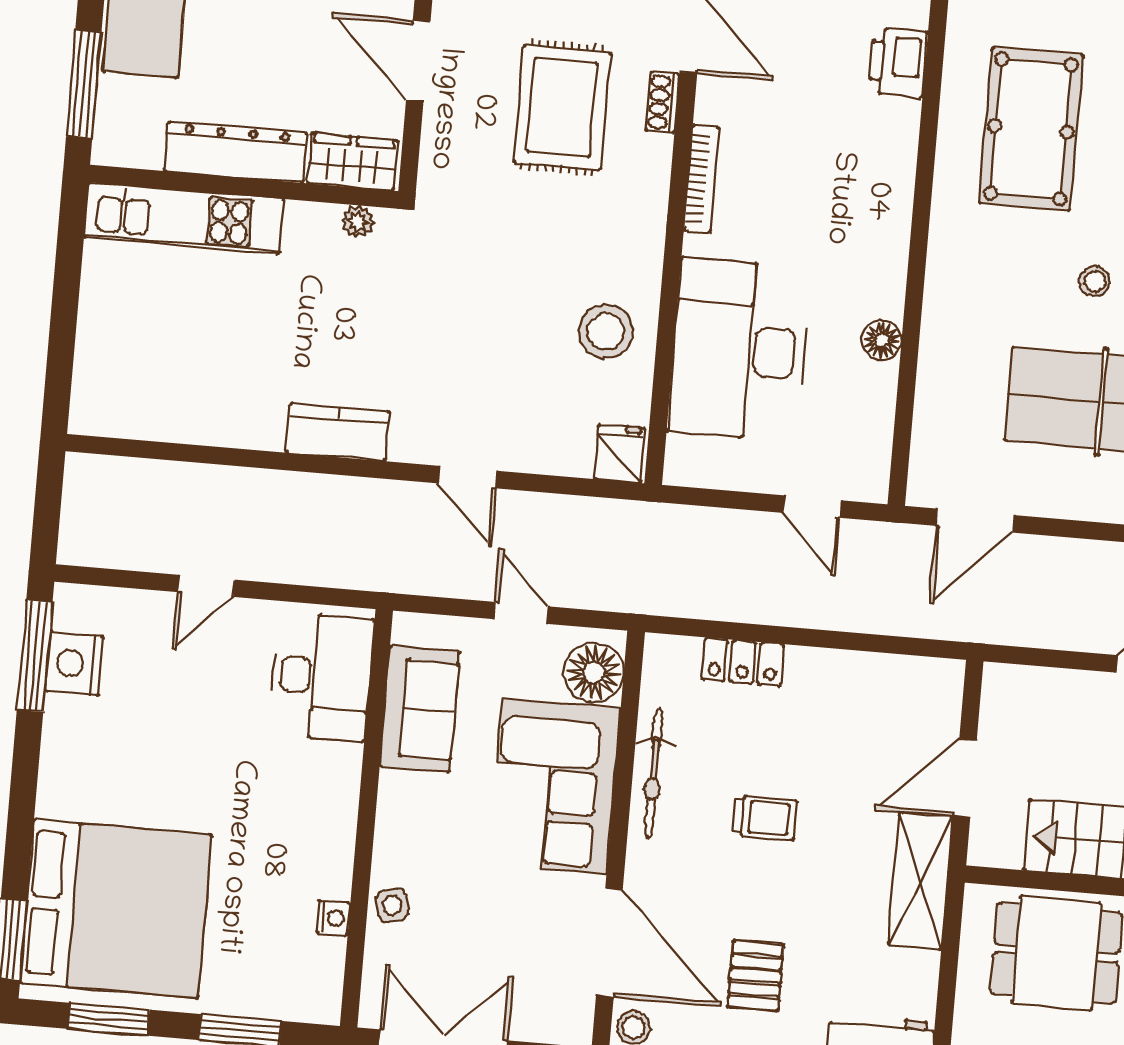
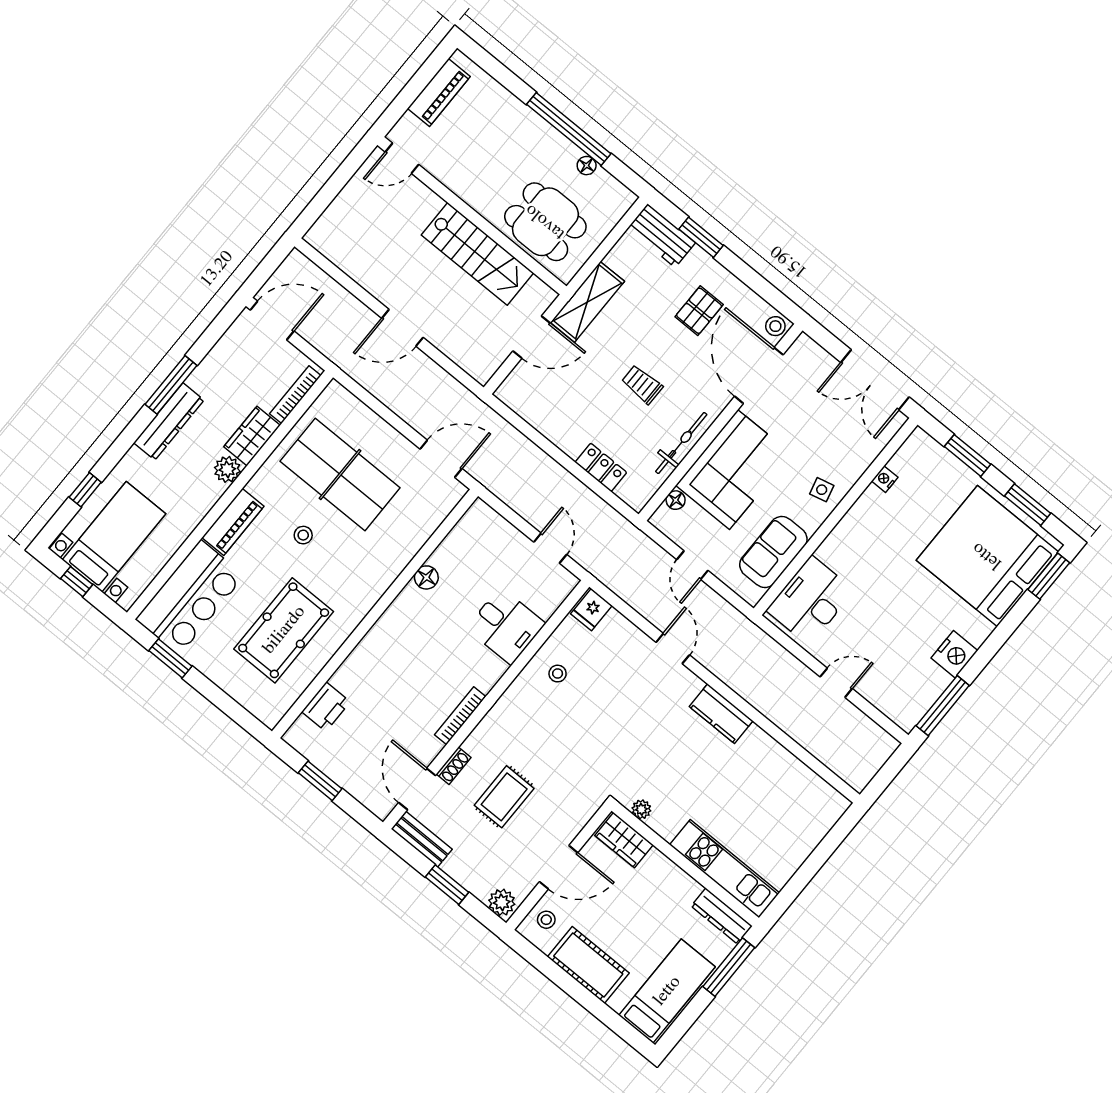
door: (418, 61) -> (559, 867), hinge flipped
rug: (562, 107) -> (504, 797), width x0.73, depth x0.70
dresser: (236, 152) -> (722, 916), moved, width x0.73, depth x0.80
stool: (606, 331) -> (558, 674), width x0.53, depth x0.53
desk: (739, 350) -> (506, 626), width x0.53, depth x0.77
door: (812, 507) -> (550, 548), moved
nightstand: (74, 664) -> (954, 654), moved
floor lamp: (594, 673) -> (676, 500), width x0.53, depth x0.53
side table: (392, 905) -> (822, 490), moved

